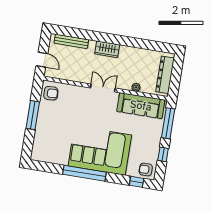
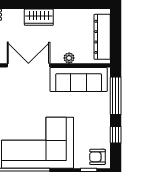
wardrobe: (107, 49) -> (39, 17), moved
double door: (103, 88) -> (28, 65), width x1.37

